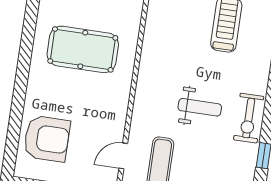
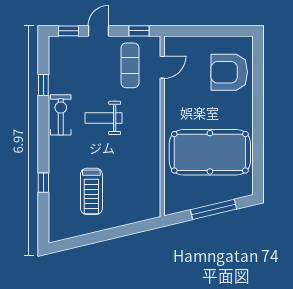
pool table: (83, 49) -> (210, 152), width x1.36, depth x1.32

